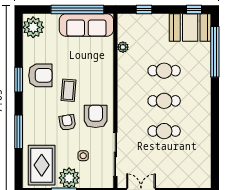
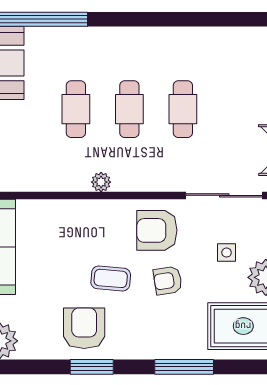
plant: (123, 47) -> (101, 182), moved

